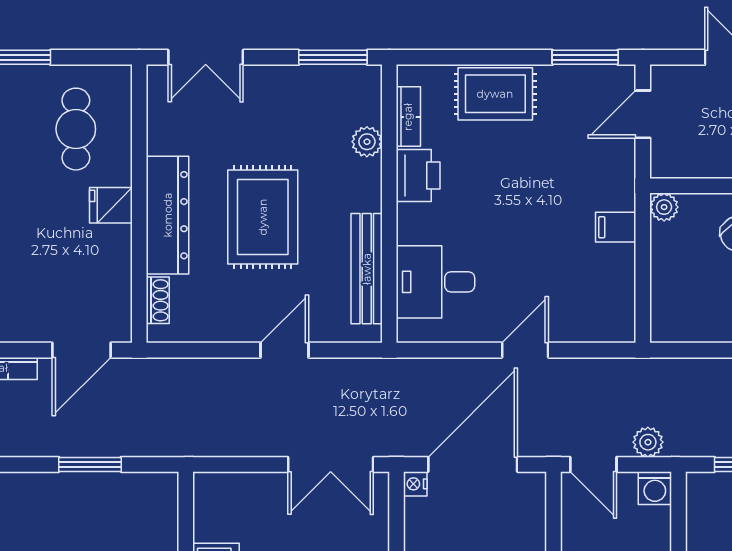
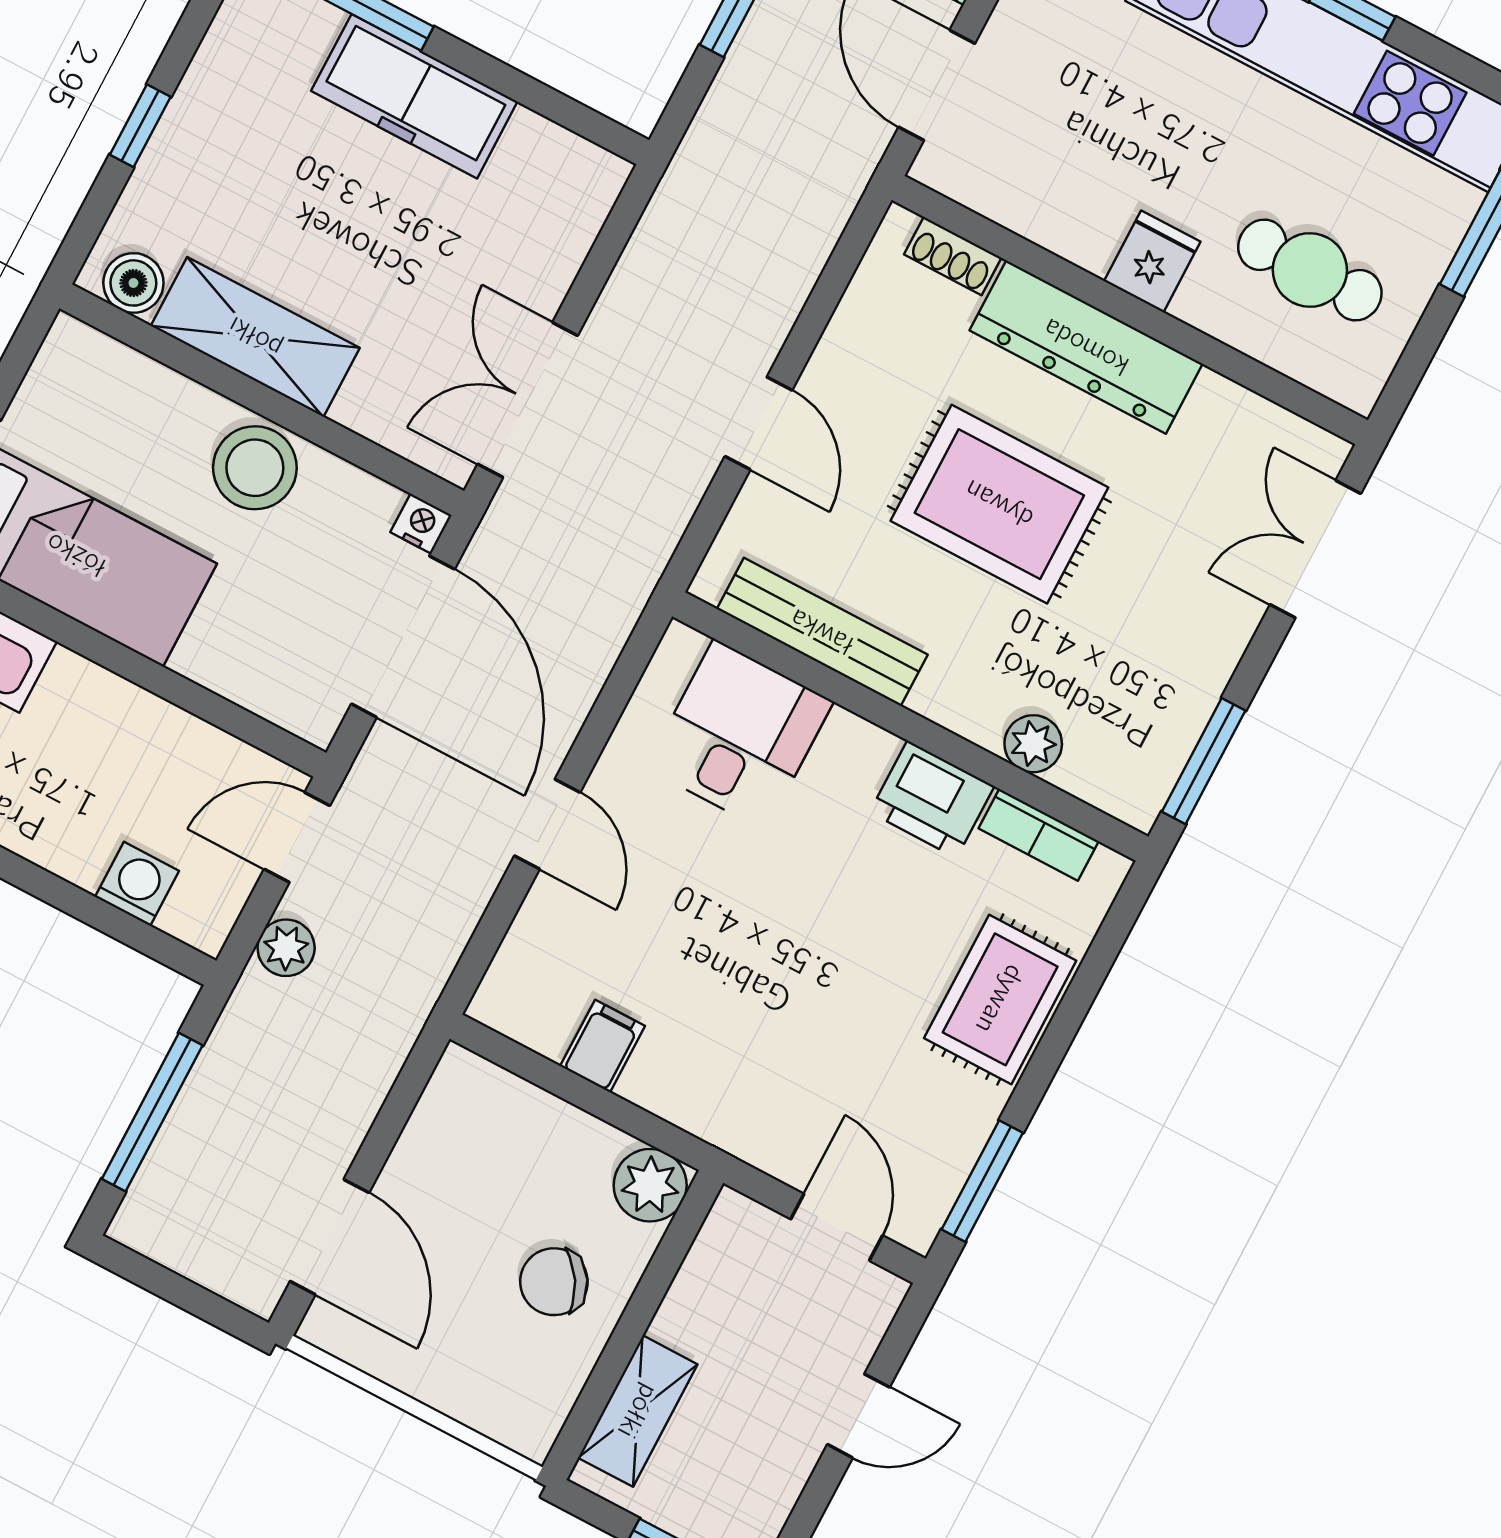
plant: (664, 207) -> (650, 1185), width x1.38, depth x1.38
filing cabinet: (616, 227) -> (603, 1046), moved
washing machine: (655, 488) -> (137, 884), moved, turned 90

